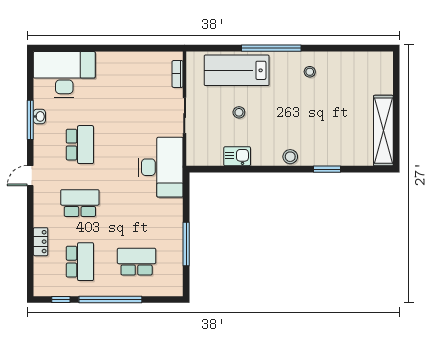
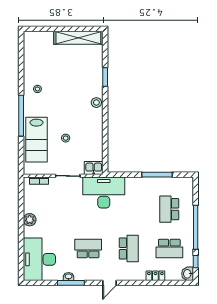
plant: (121, 60) -> (30, 220), added
kitchen sink: (237, 156) -> (94, 168), moved, turned 90
door: (30, 176) -> (110, 283), hinge flipped
school desk: (80, 203) -> (129, 249), turned 180
school desk: (80, 262) -> (169, 249), turned 180
washbasin: (43, 288) -> (188, 274), added

